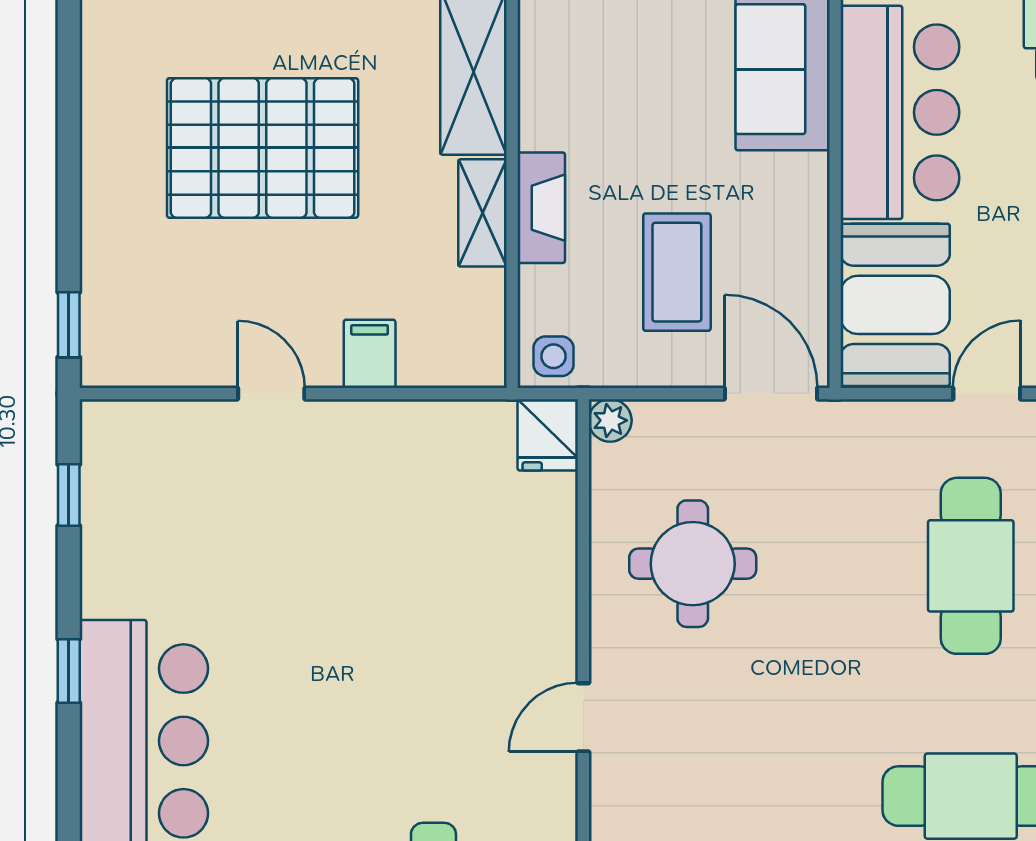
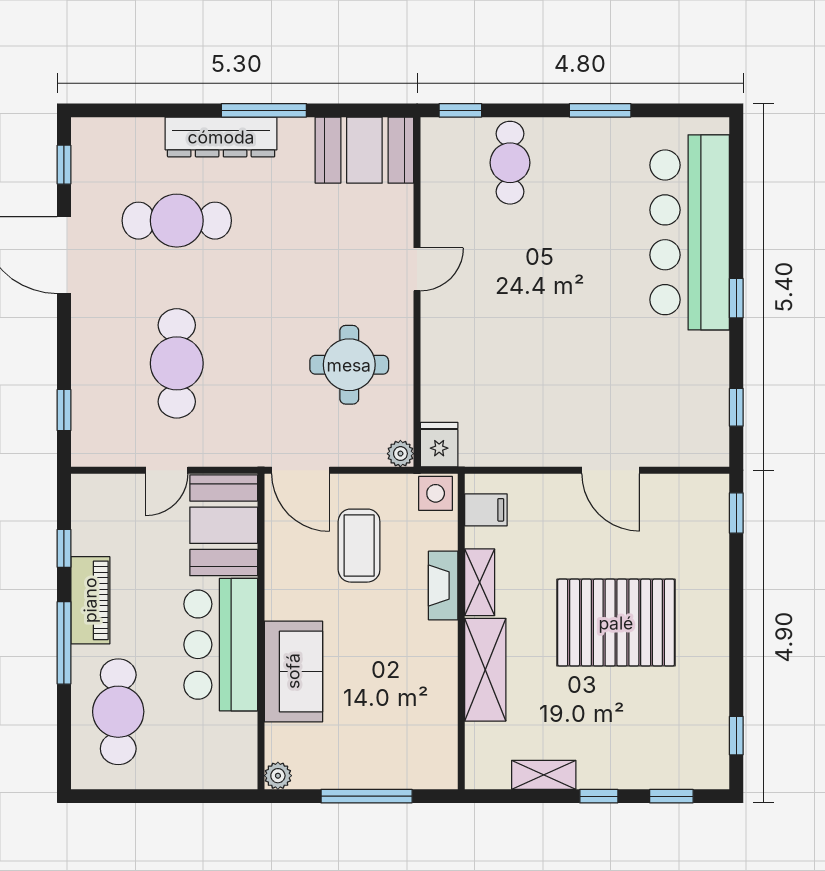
filing cabinet: (370, 354) -> (486, 510), moved, turned -90
side table: (553, 356) -> (436, 493), width x1.37, depth x1.37
door: (271, 394) -> (611, 470), width x1.37

